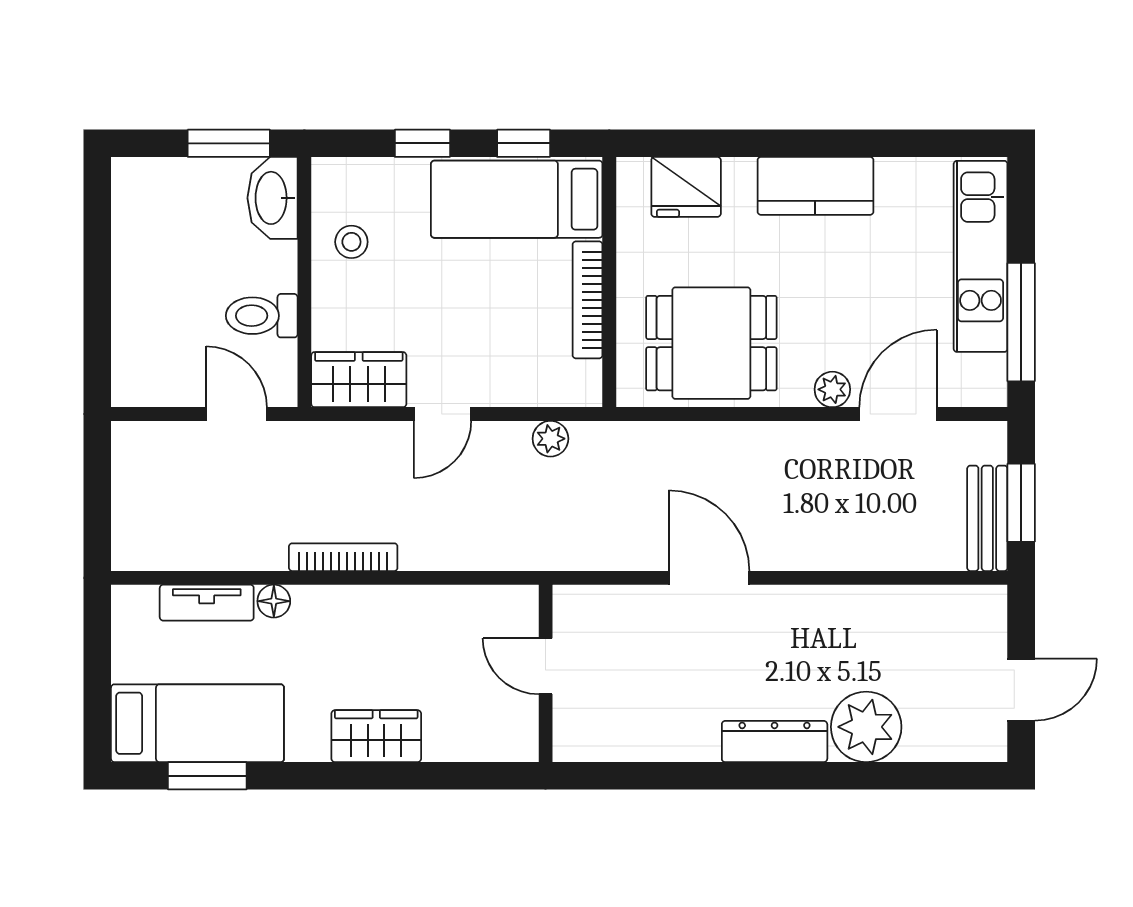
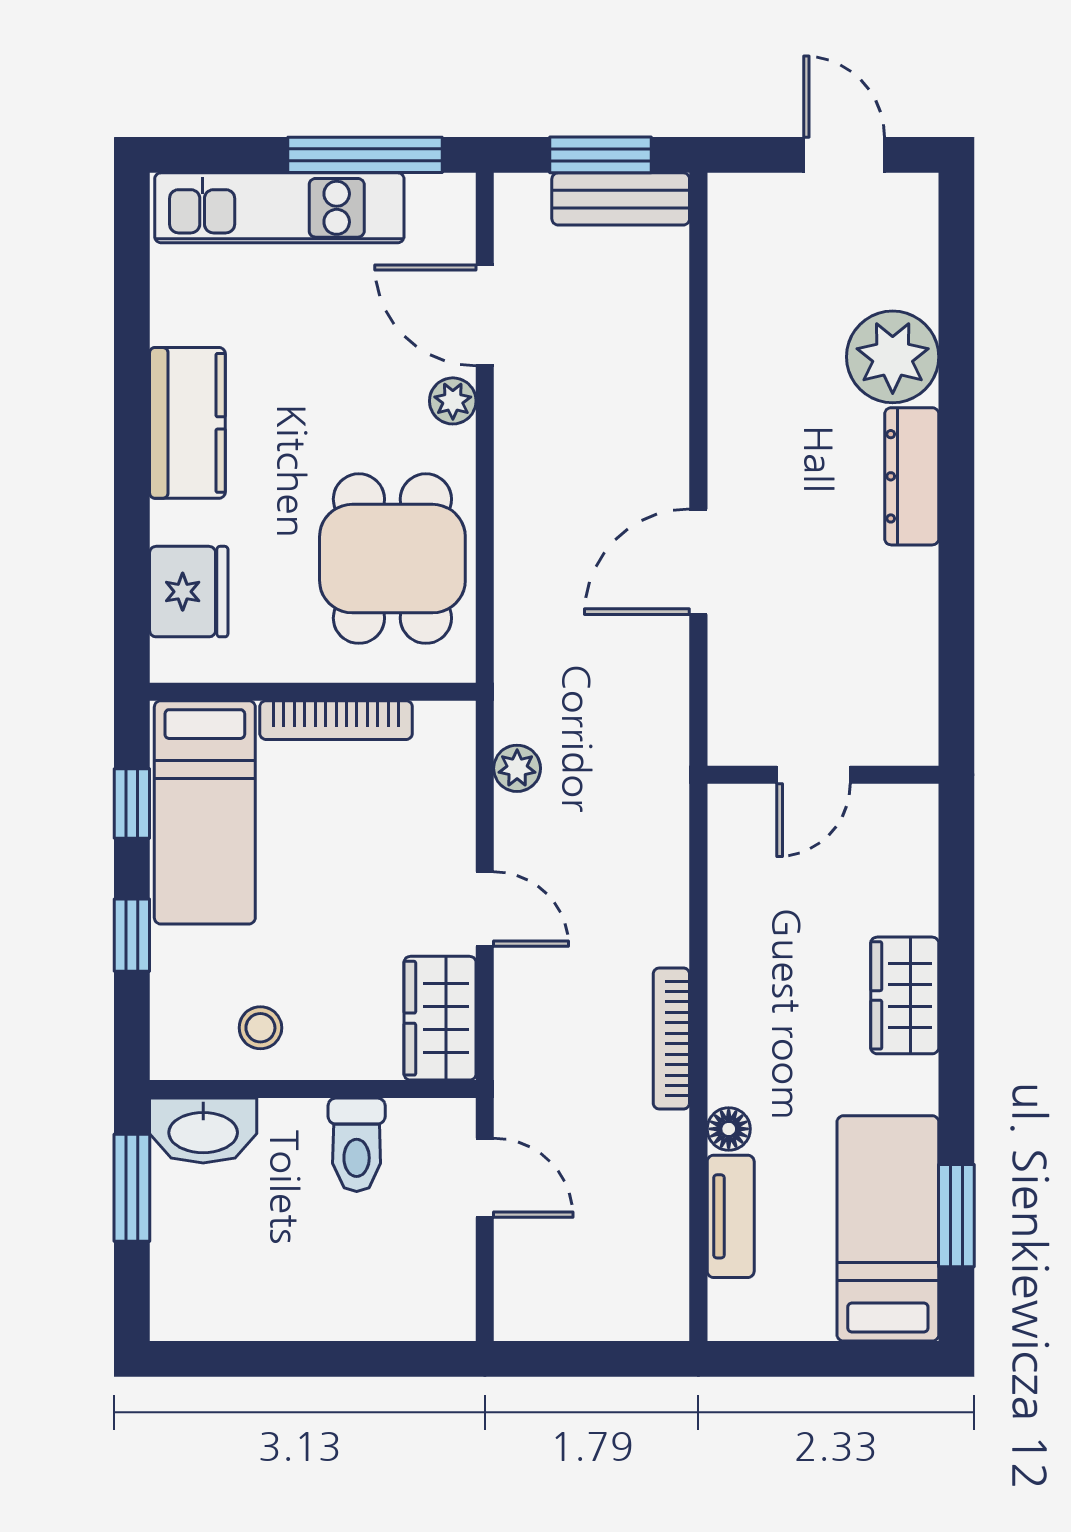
door: (236, 414) -> (485, 1178), swing flipped

